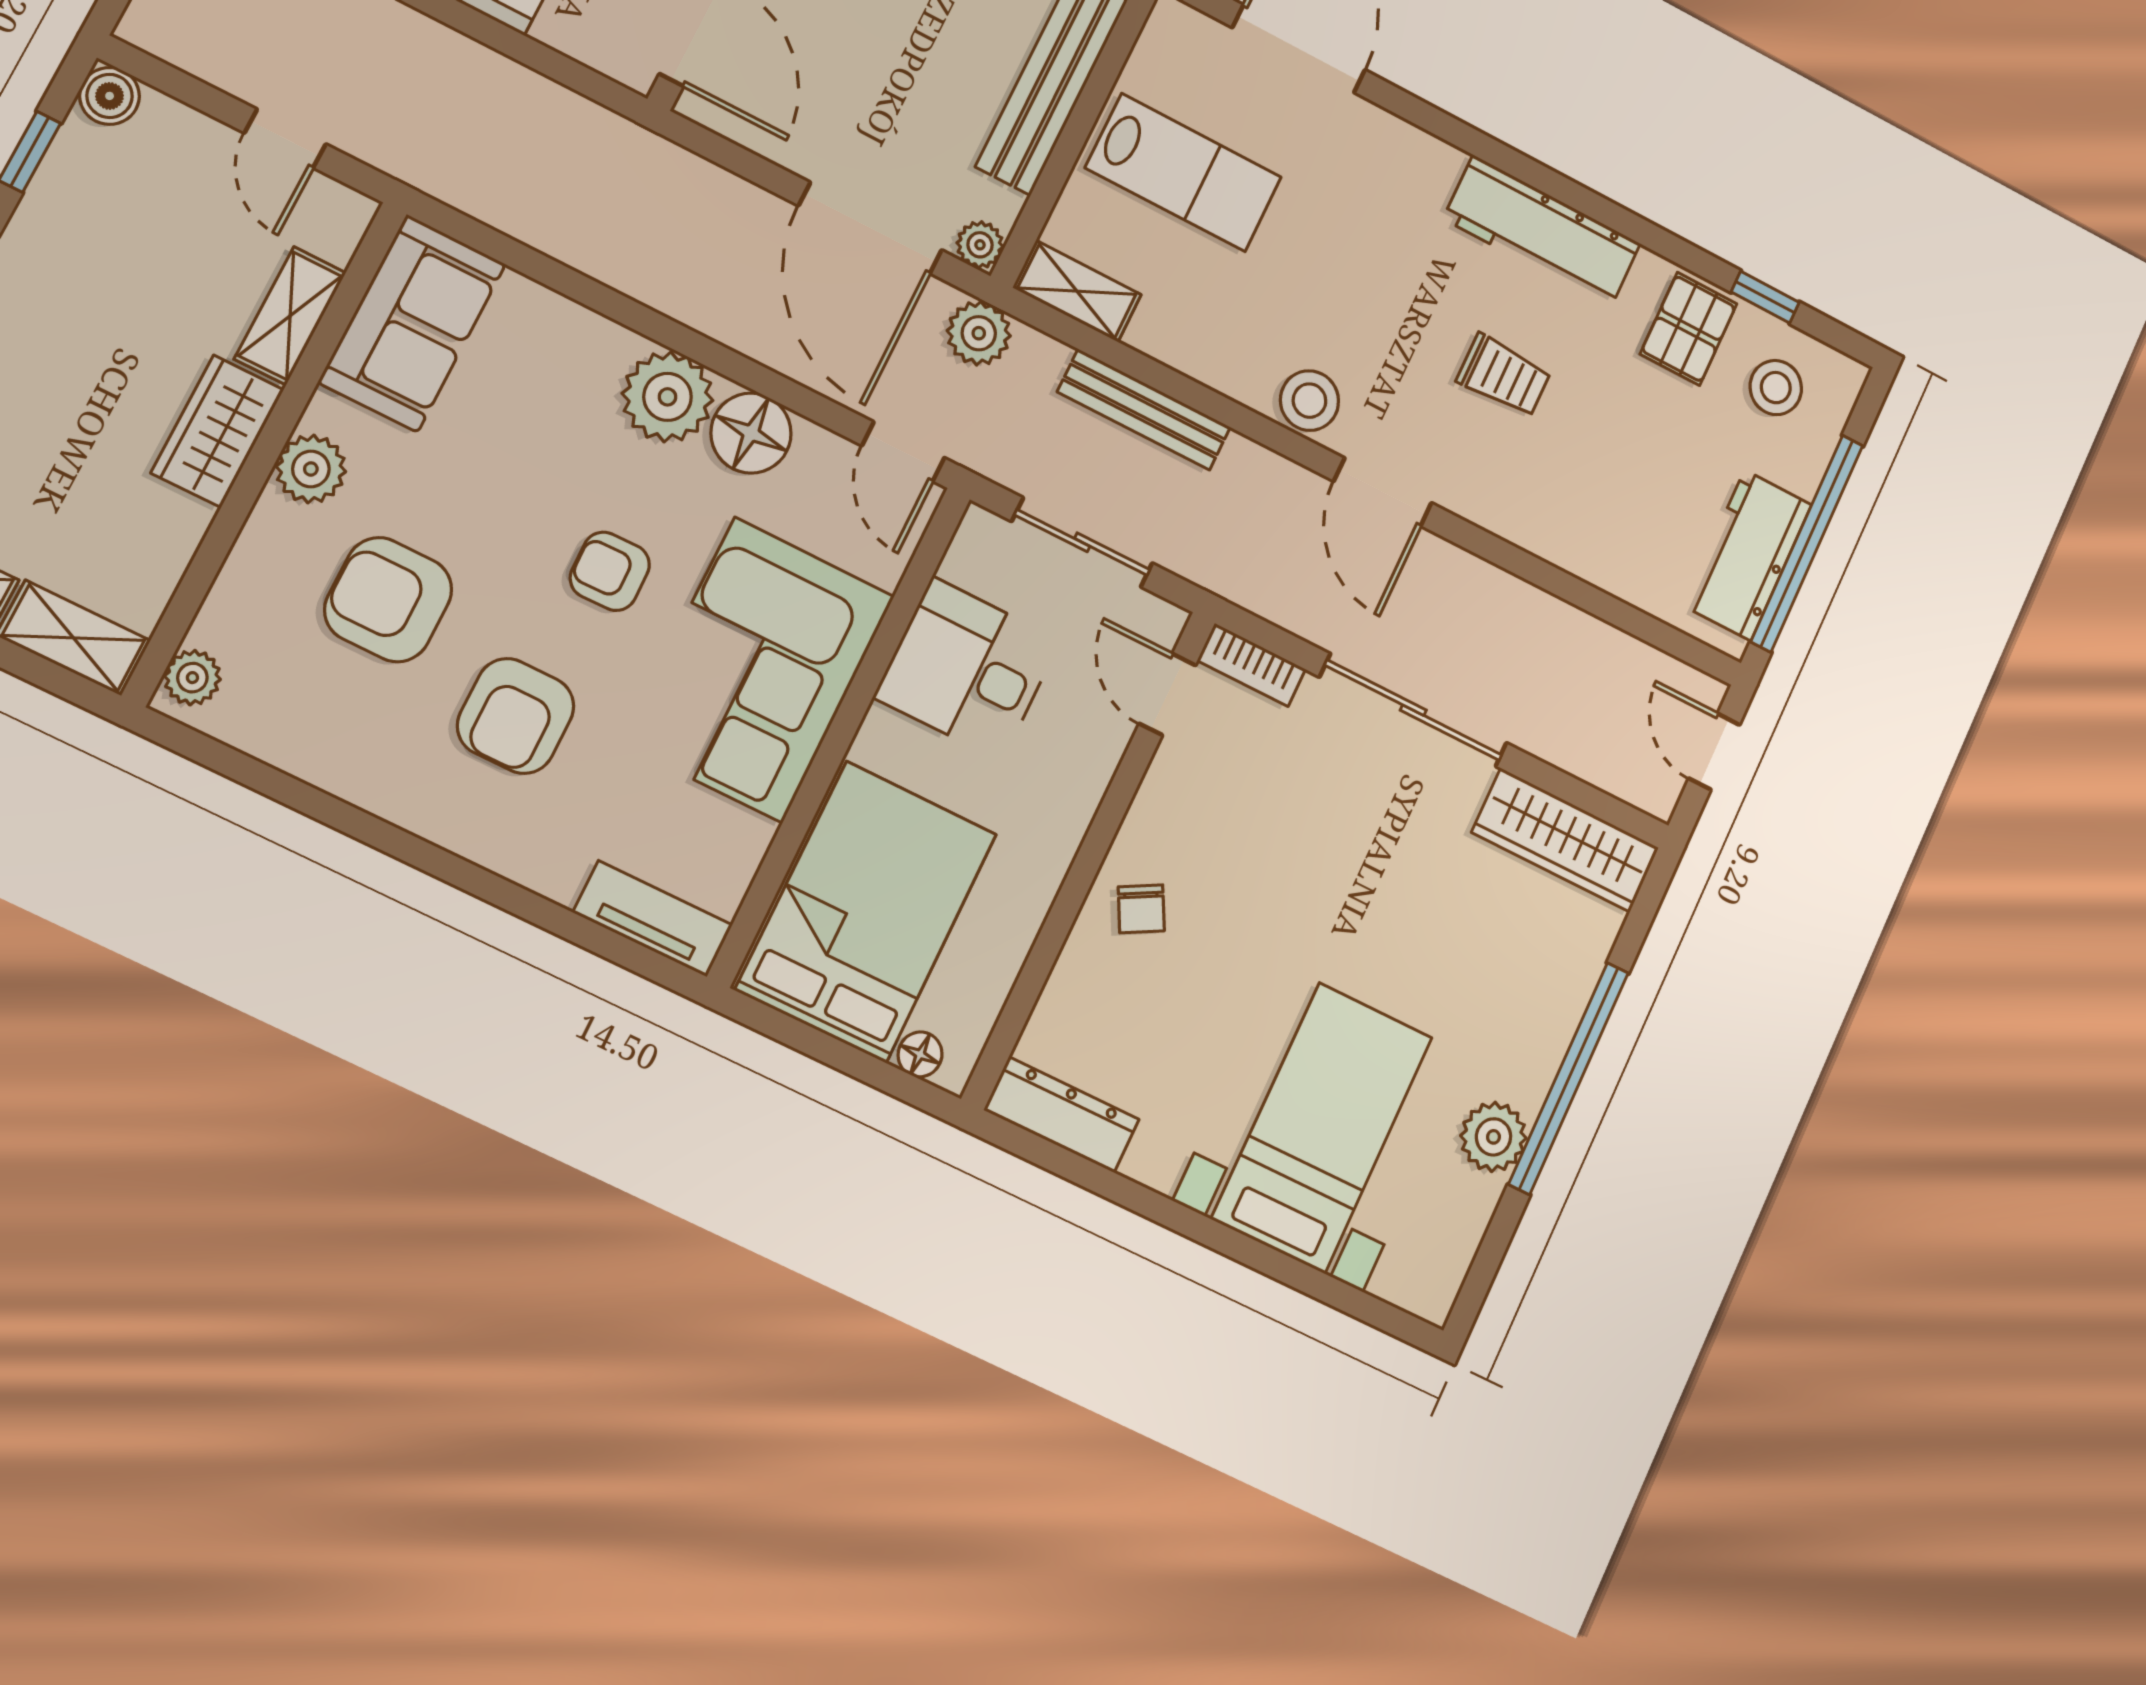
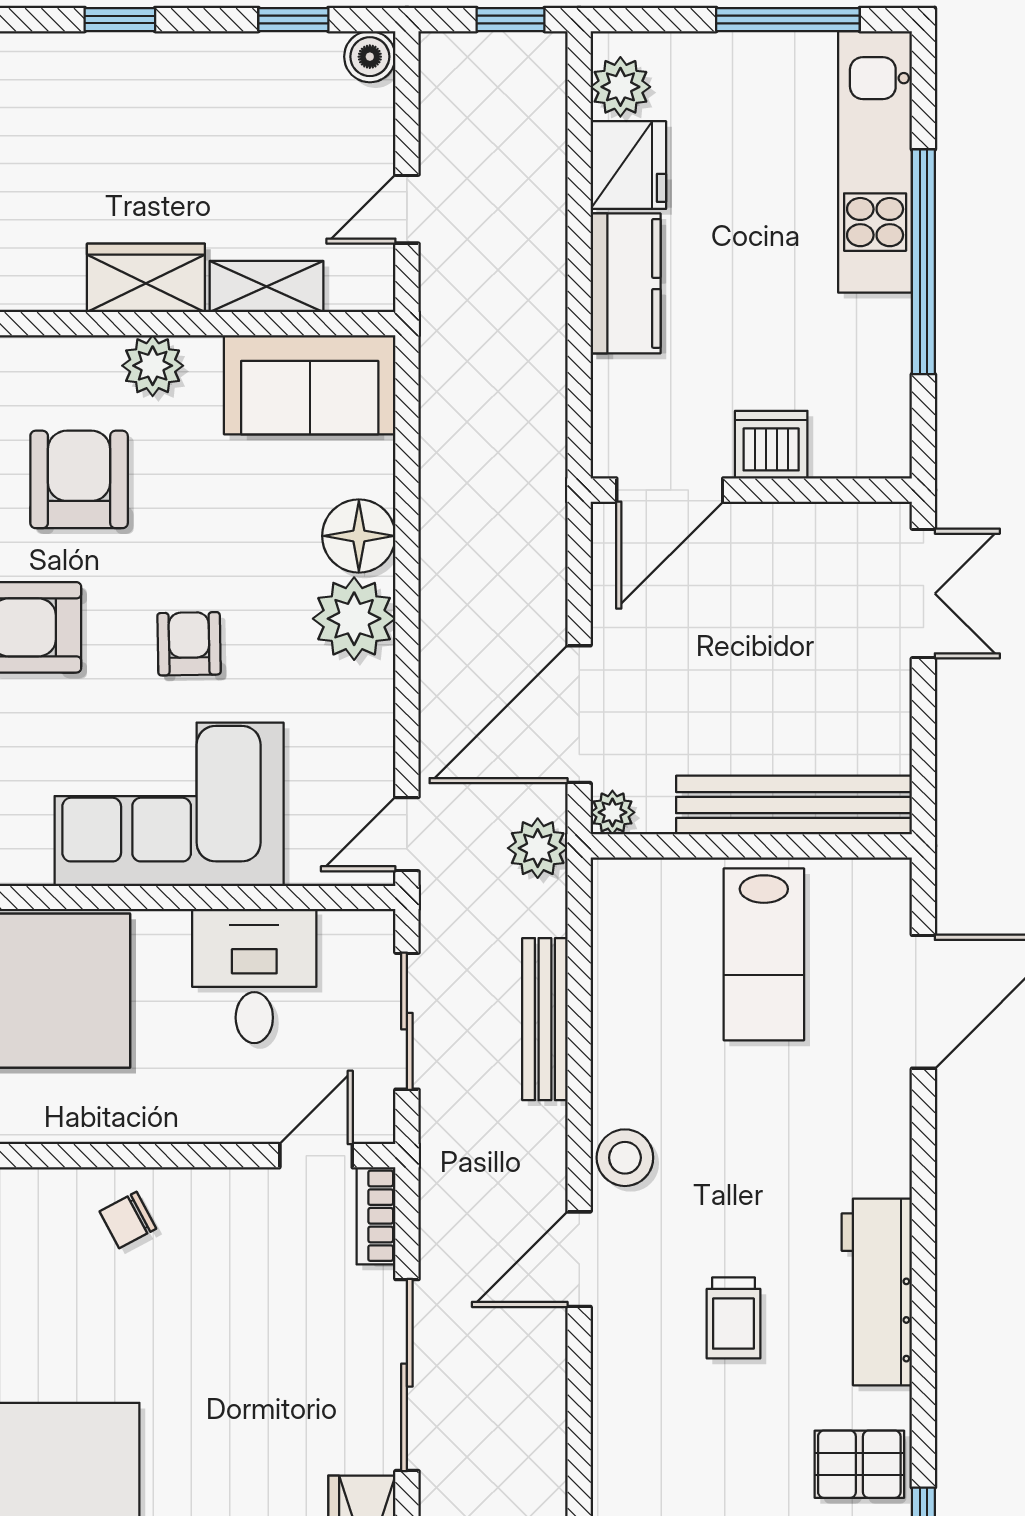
shelving: (1077, 291) -> (616, 913), removed
floor lamp: (751, 433) -> (359, 536), moved

